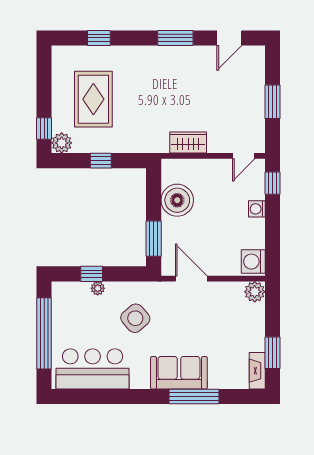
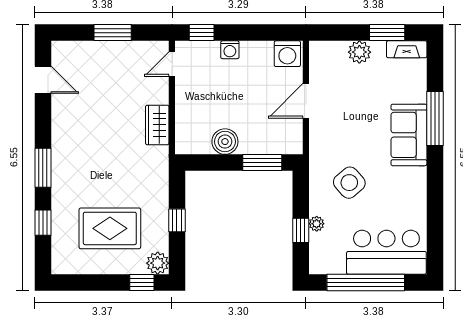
window: (175, 38) -> (43, 168), moved
door: (244, 156) -> (172, 64), swing flipped
boiler: (177, 200) -> (225, 142), width x0.73, depth x0.73
door: (191, 279) -> (306, 101), moved
plant: (255, 292) -> (359, 52), moved
bar counter: (93, 369) -> (386, 252), moved, turned 90

